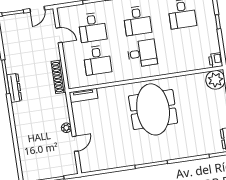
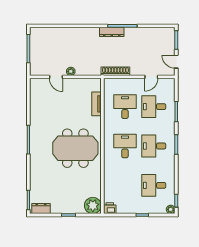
desk: (142, 53) -> (125, 146), turned 180
desk: (97, 60) -> (125, 107), turned 90
tv unit: (83, 95) -> (96, 104), moved

